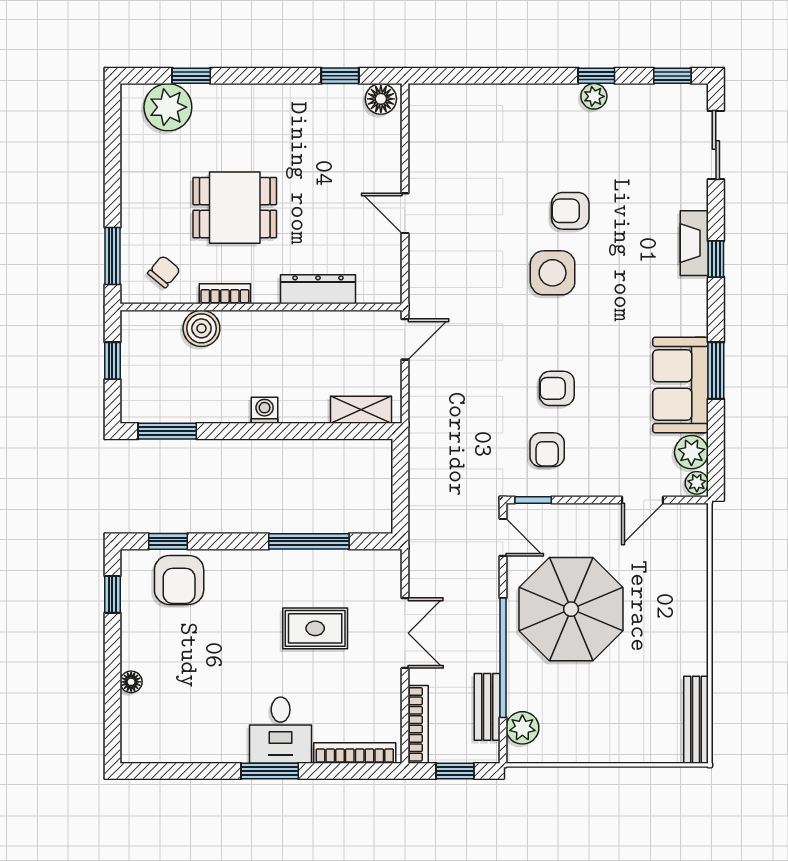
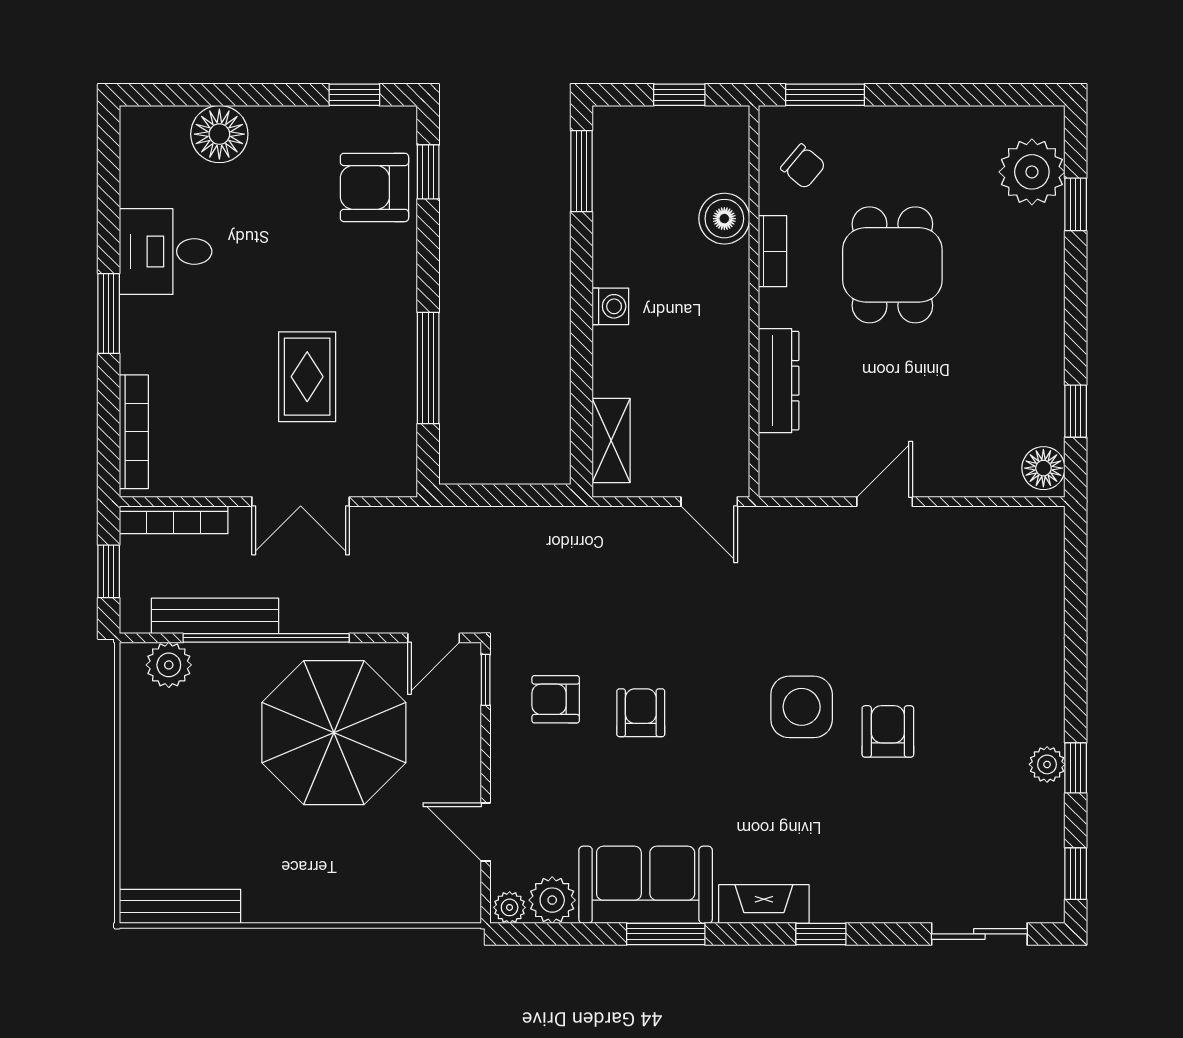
fireplace: (694, 243) -> (764, 904), moved
floor lamp: (131, 682) -> (219, 134), width x1.89, depth x1.89
bench: (487, 707) -> (215, 616), width x1.36
desk: (281, 730) -> (166, 252), moved

